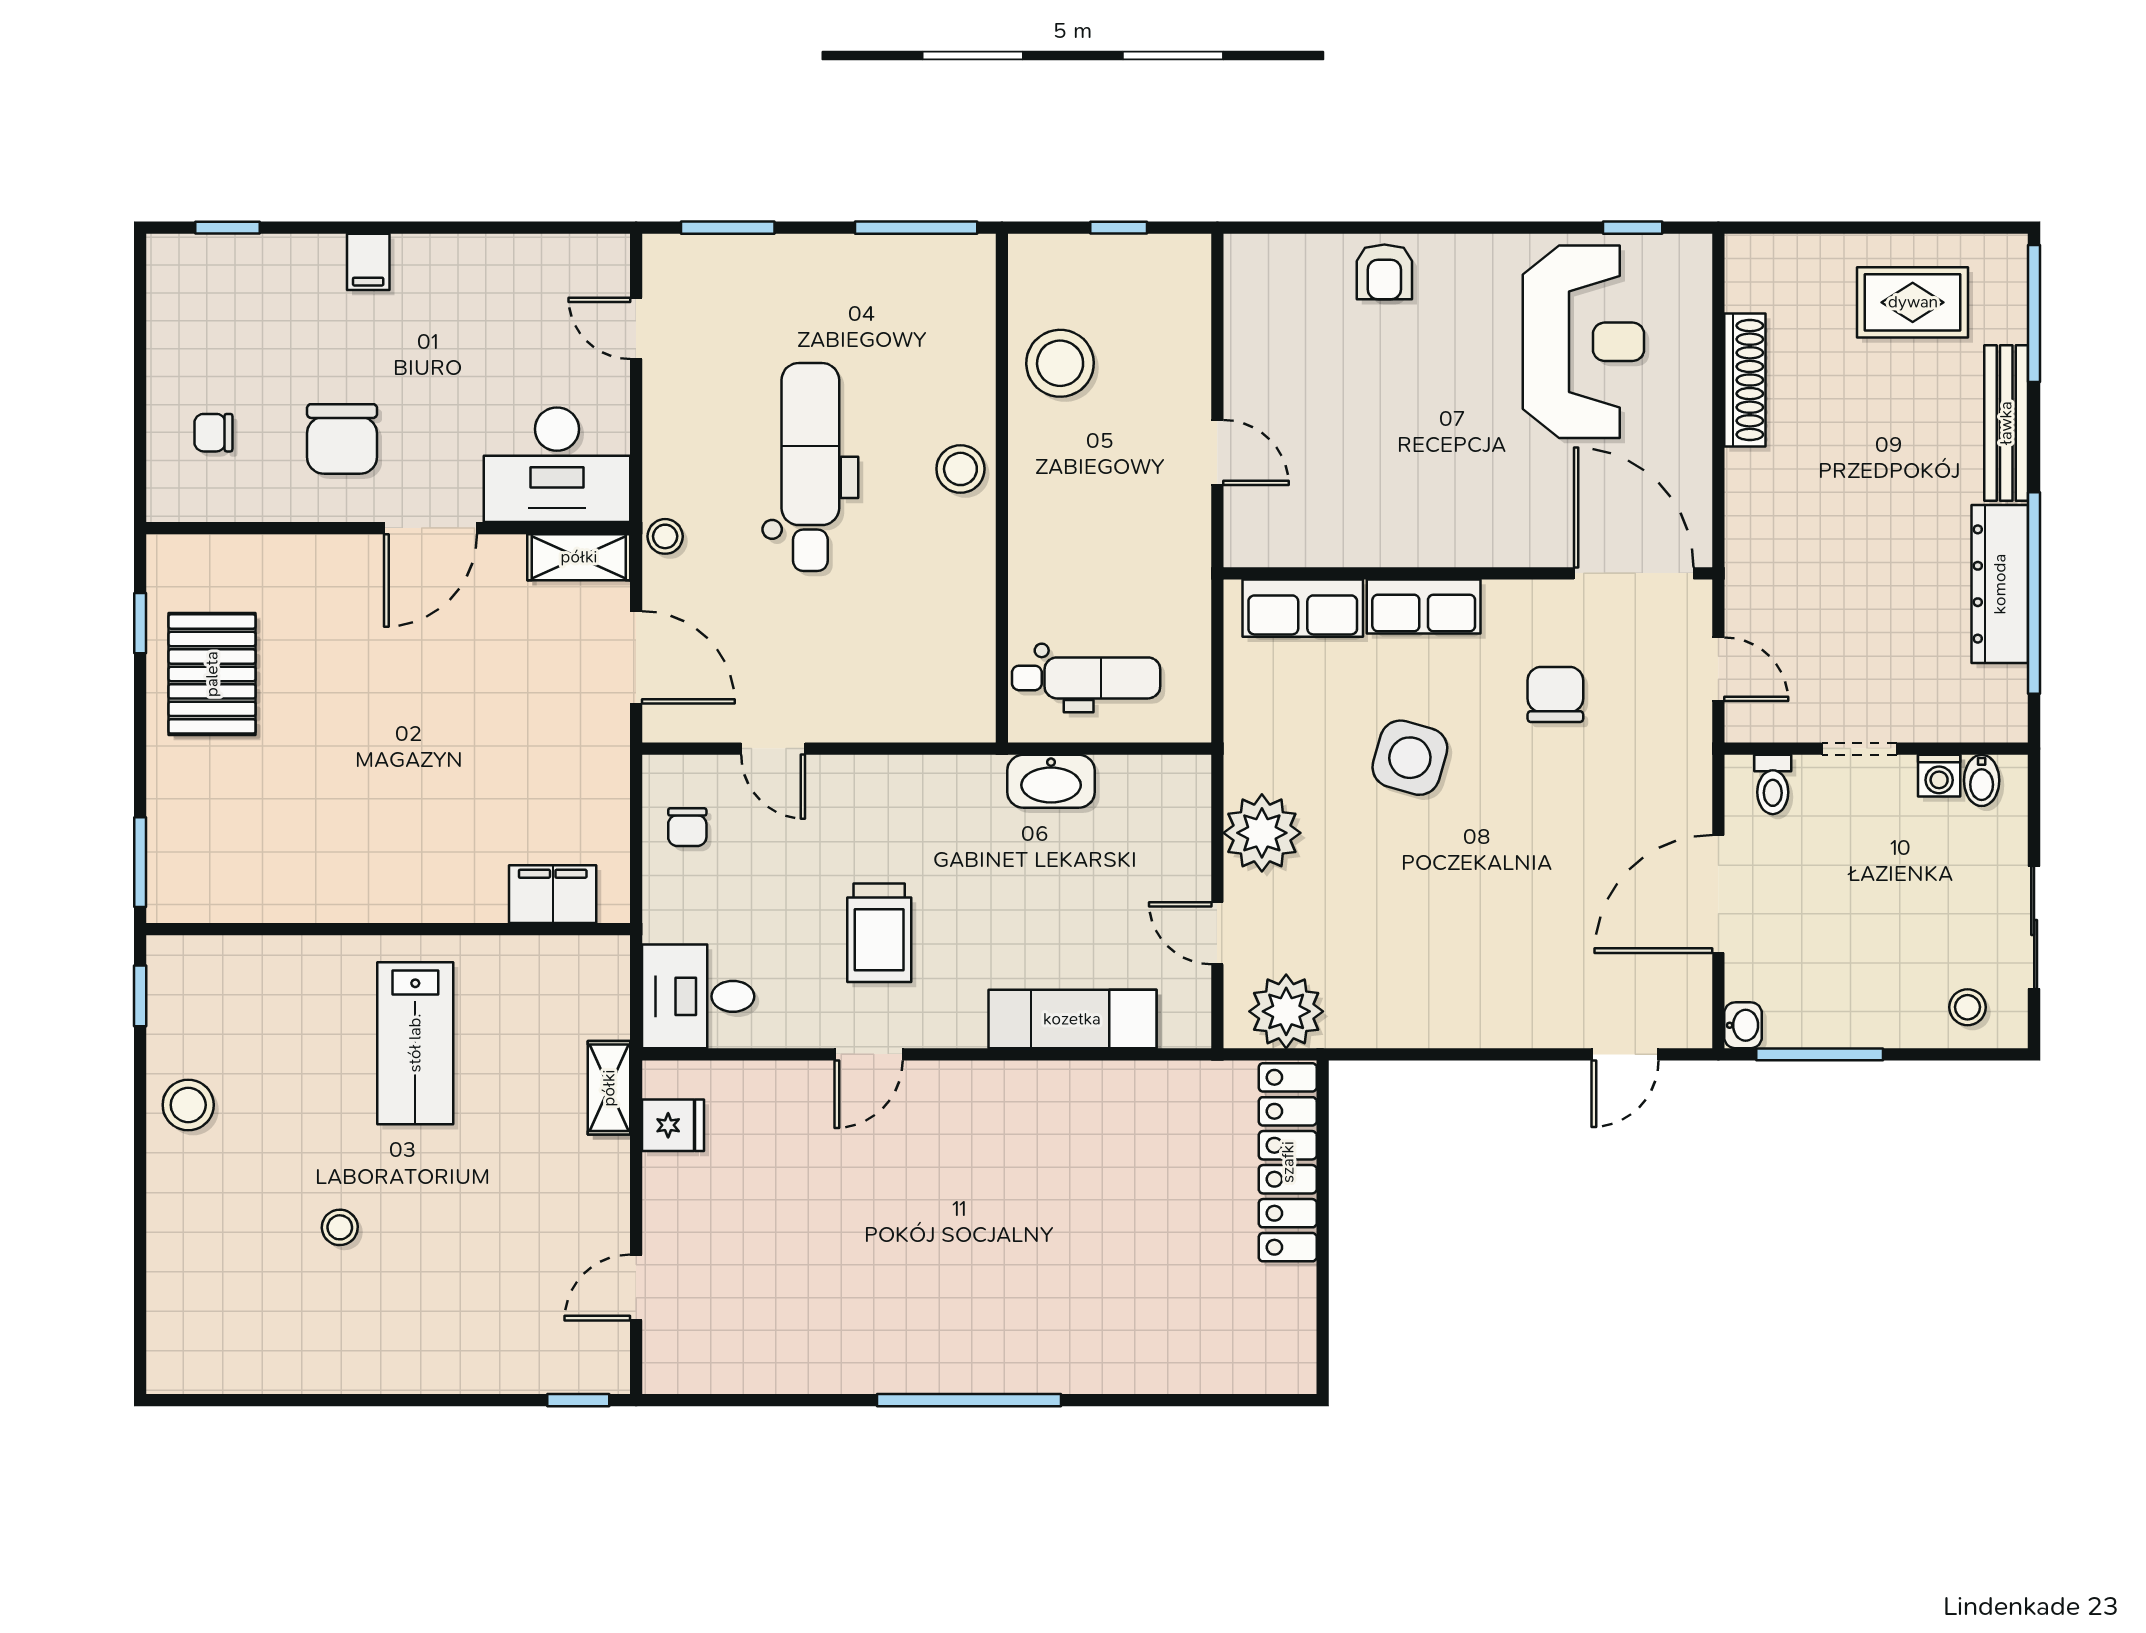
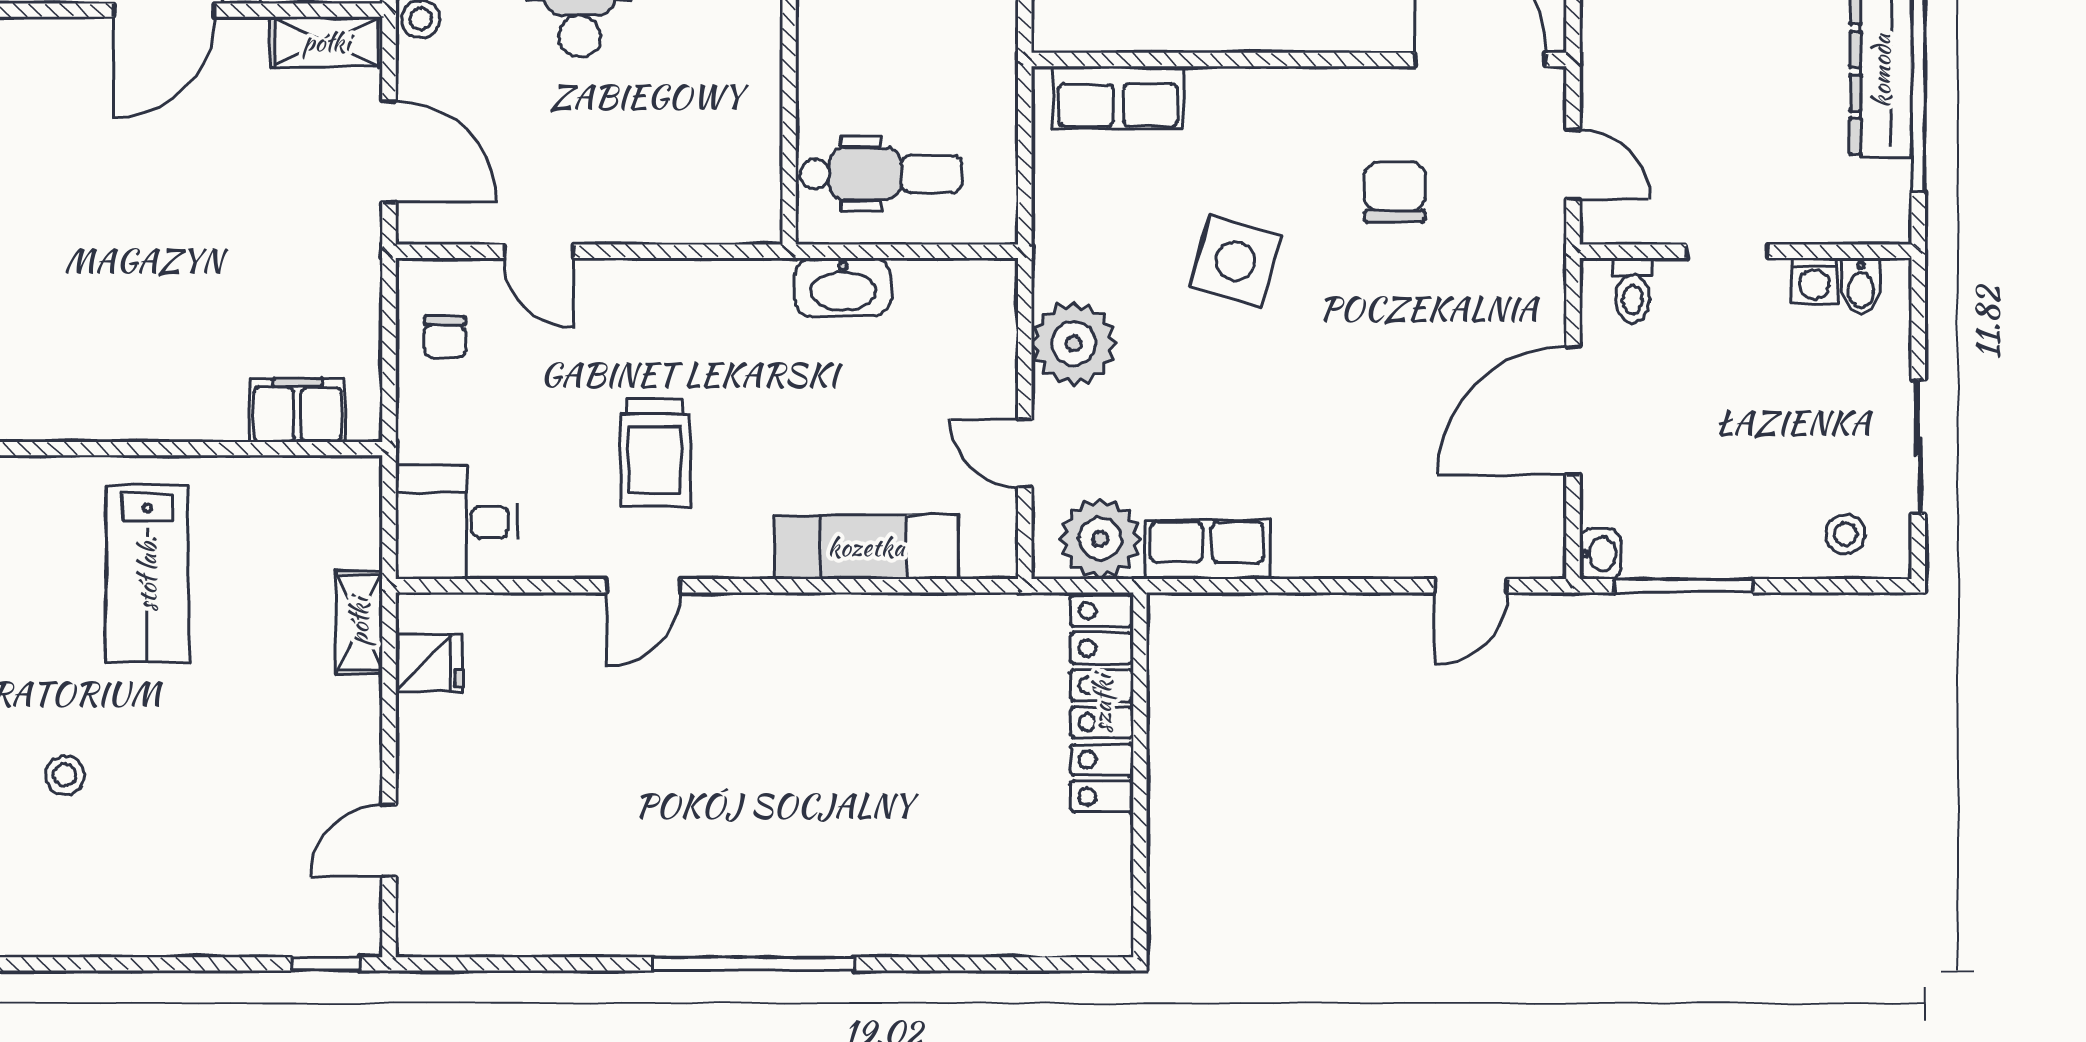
row of seats: (1424, 606) -> (1207, 549), moved, turned 180

